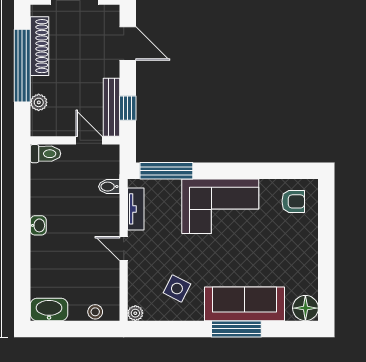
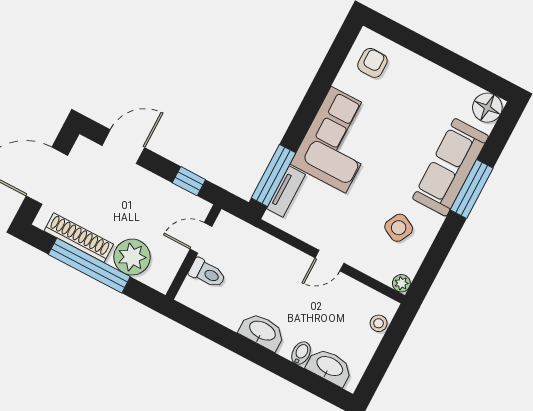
plant: (39, 102) -> (132, 257), width x1.88, depth x1.88
bench: (111, 107) -> (179, 197), removed
toilet: (45, 154) -> (207, 273), moved, turned 90
bidet: (109, 187) -> (301, 353), moved, turned 180
tv unit: (136, 209) -> (286, 192), moved, turned 90
washbasin: (38, 225) -> (262, 331), width x1.91, depth x1.45
washbasin: (49, 309) -> (329, 367), moved, turned 90

